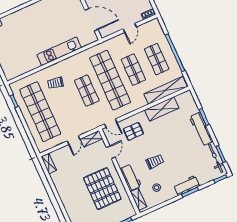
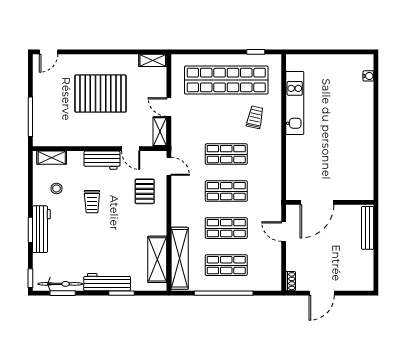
door: (130, 28) -> (284, 231), moved
kitchen unit: (59, 51) -> (295, 103), moved
shop shelf: (110, 80) -> (226, 191), width x0.50, depth x0.74
shelving: (162, 109) -> (157, 259), moved
door: (111, 123) -> (169, 166), swing flipped
workbench: (131, 177) -> (102, 160), moved
workbench: (187, 185) -> (41, 229), width x1.38
pallet: (102, 189) -> (101, 94), moved

